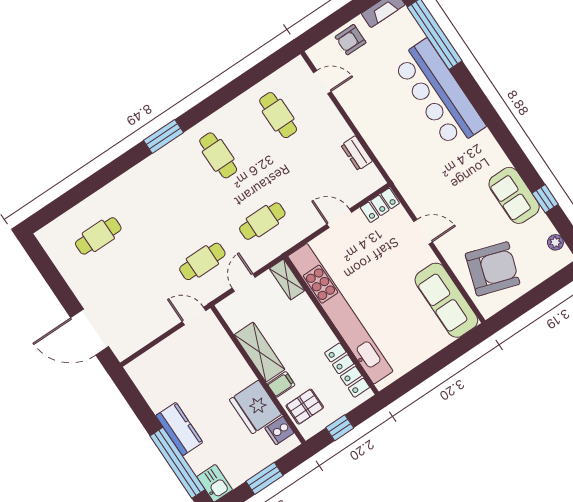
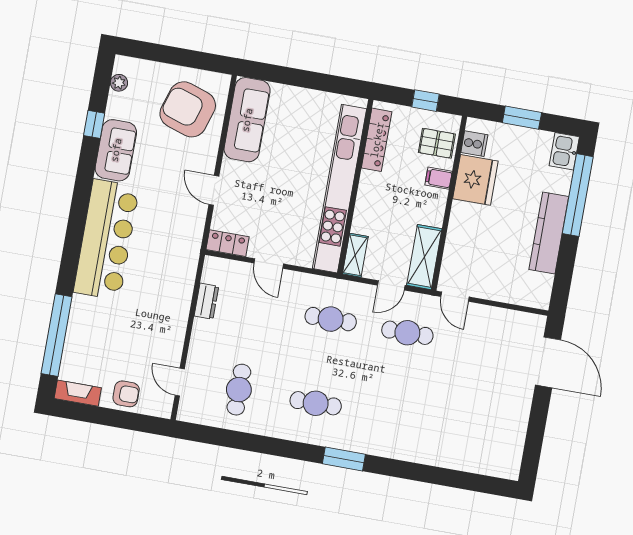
bar counter: (439, 94) -> (106, 239), moved
cafe table: (218, 155) -> (316, 403), turned 90
cafe table: (98, 236) -> (469, 431), removed
shelving: (260, 352) -> (424, 257), moved
kitchen counter: (179, 429) -> (549, 233), width x1.50

